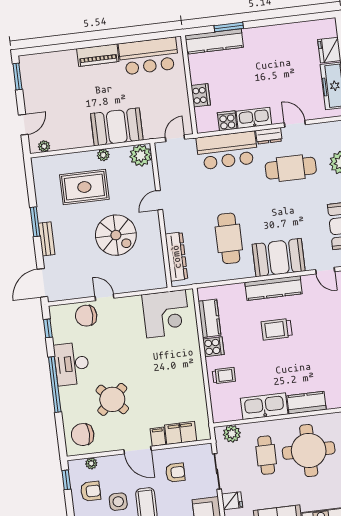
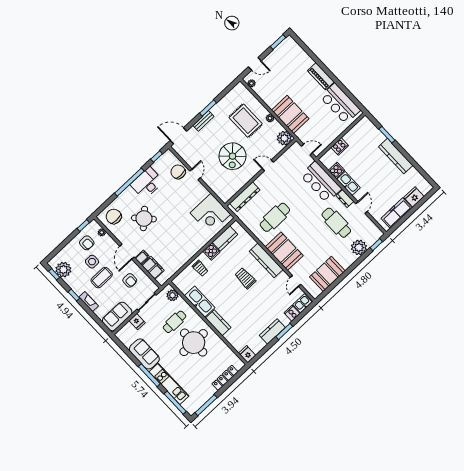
kitchen counter: (214, 41) -> (396, 156), moved

